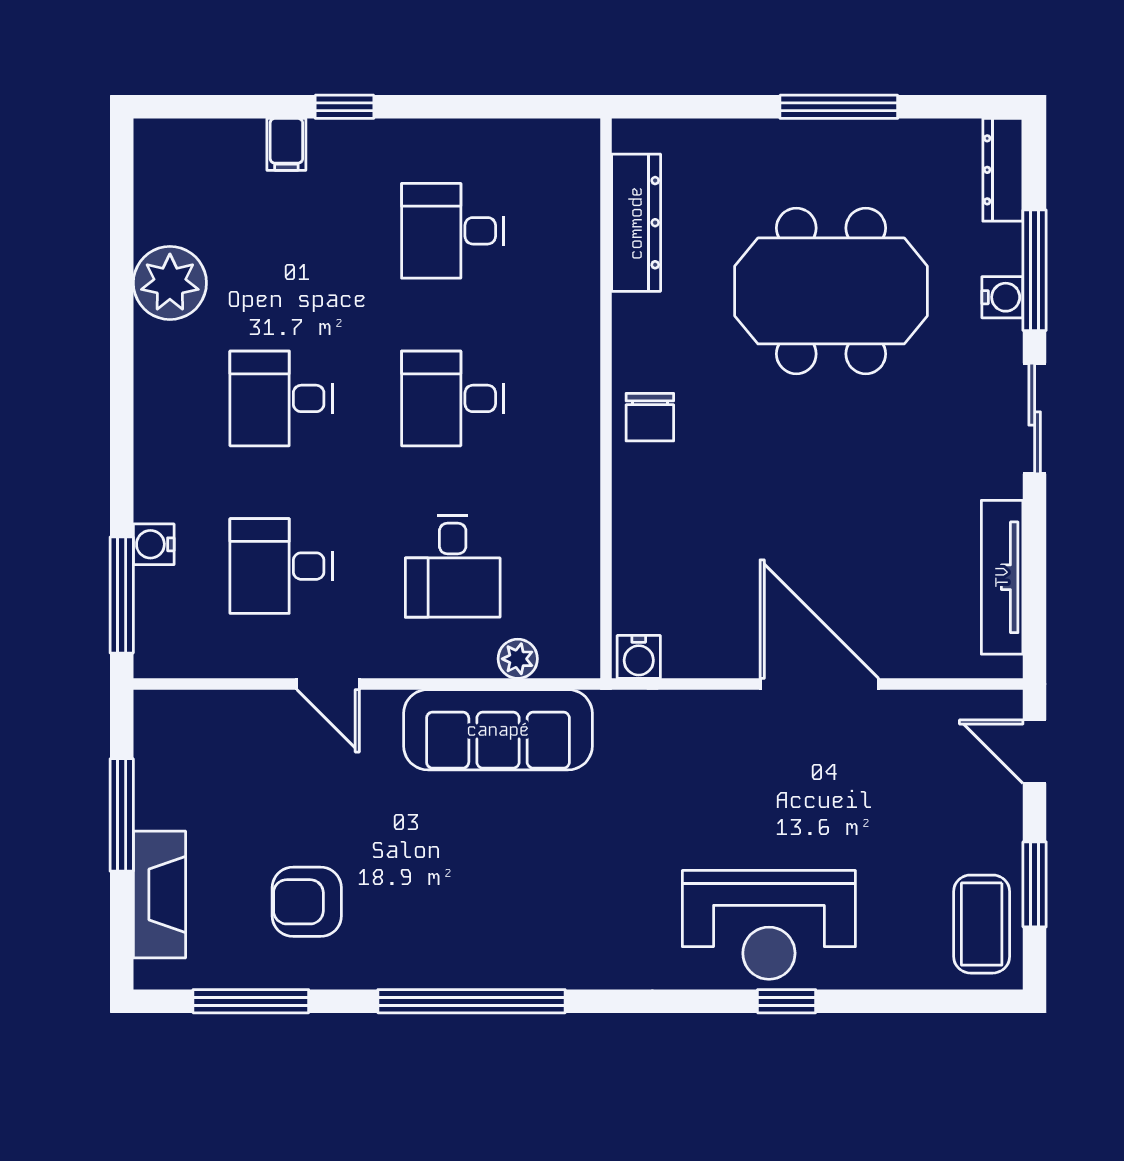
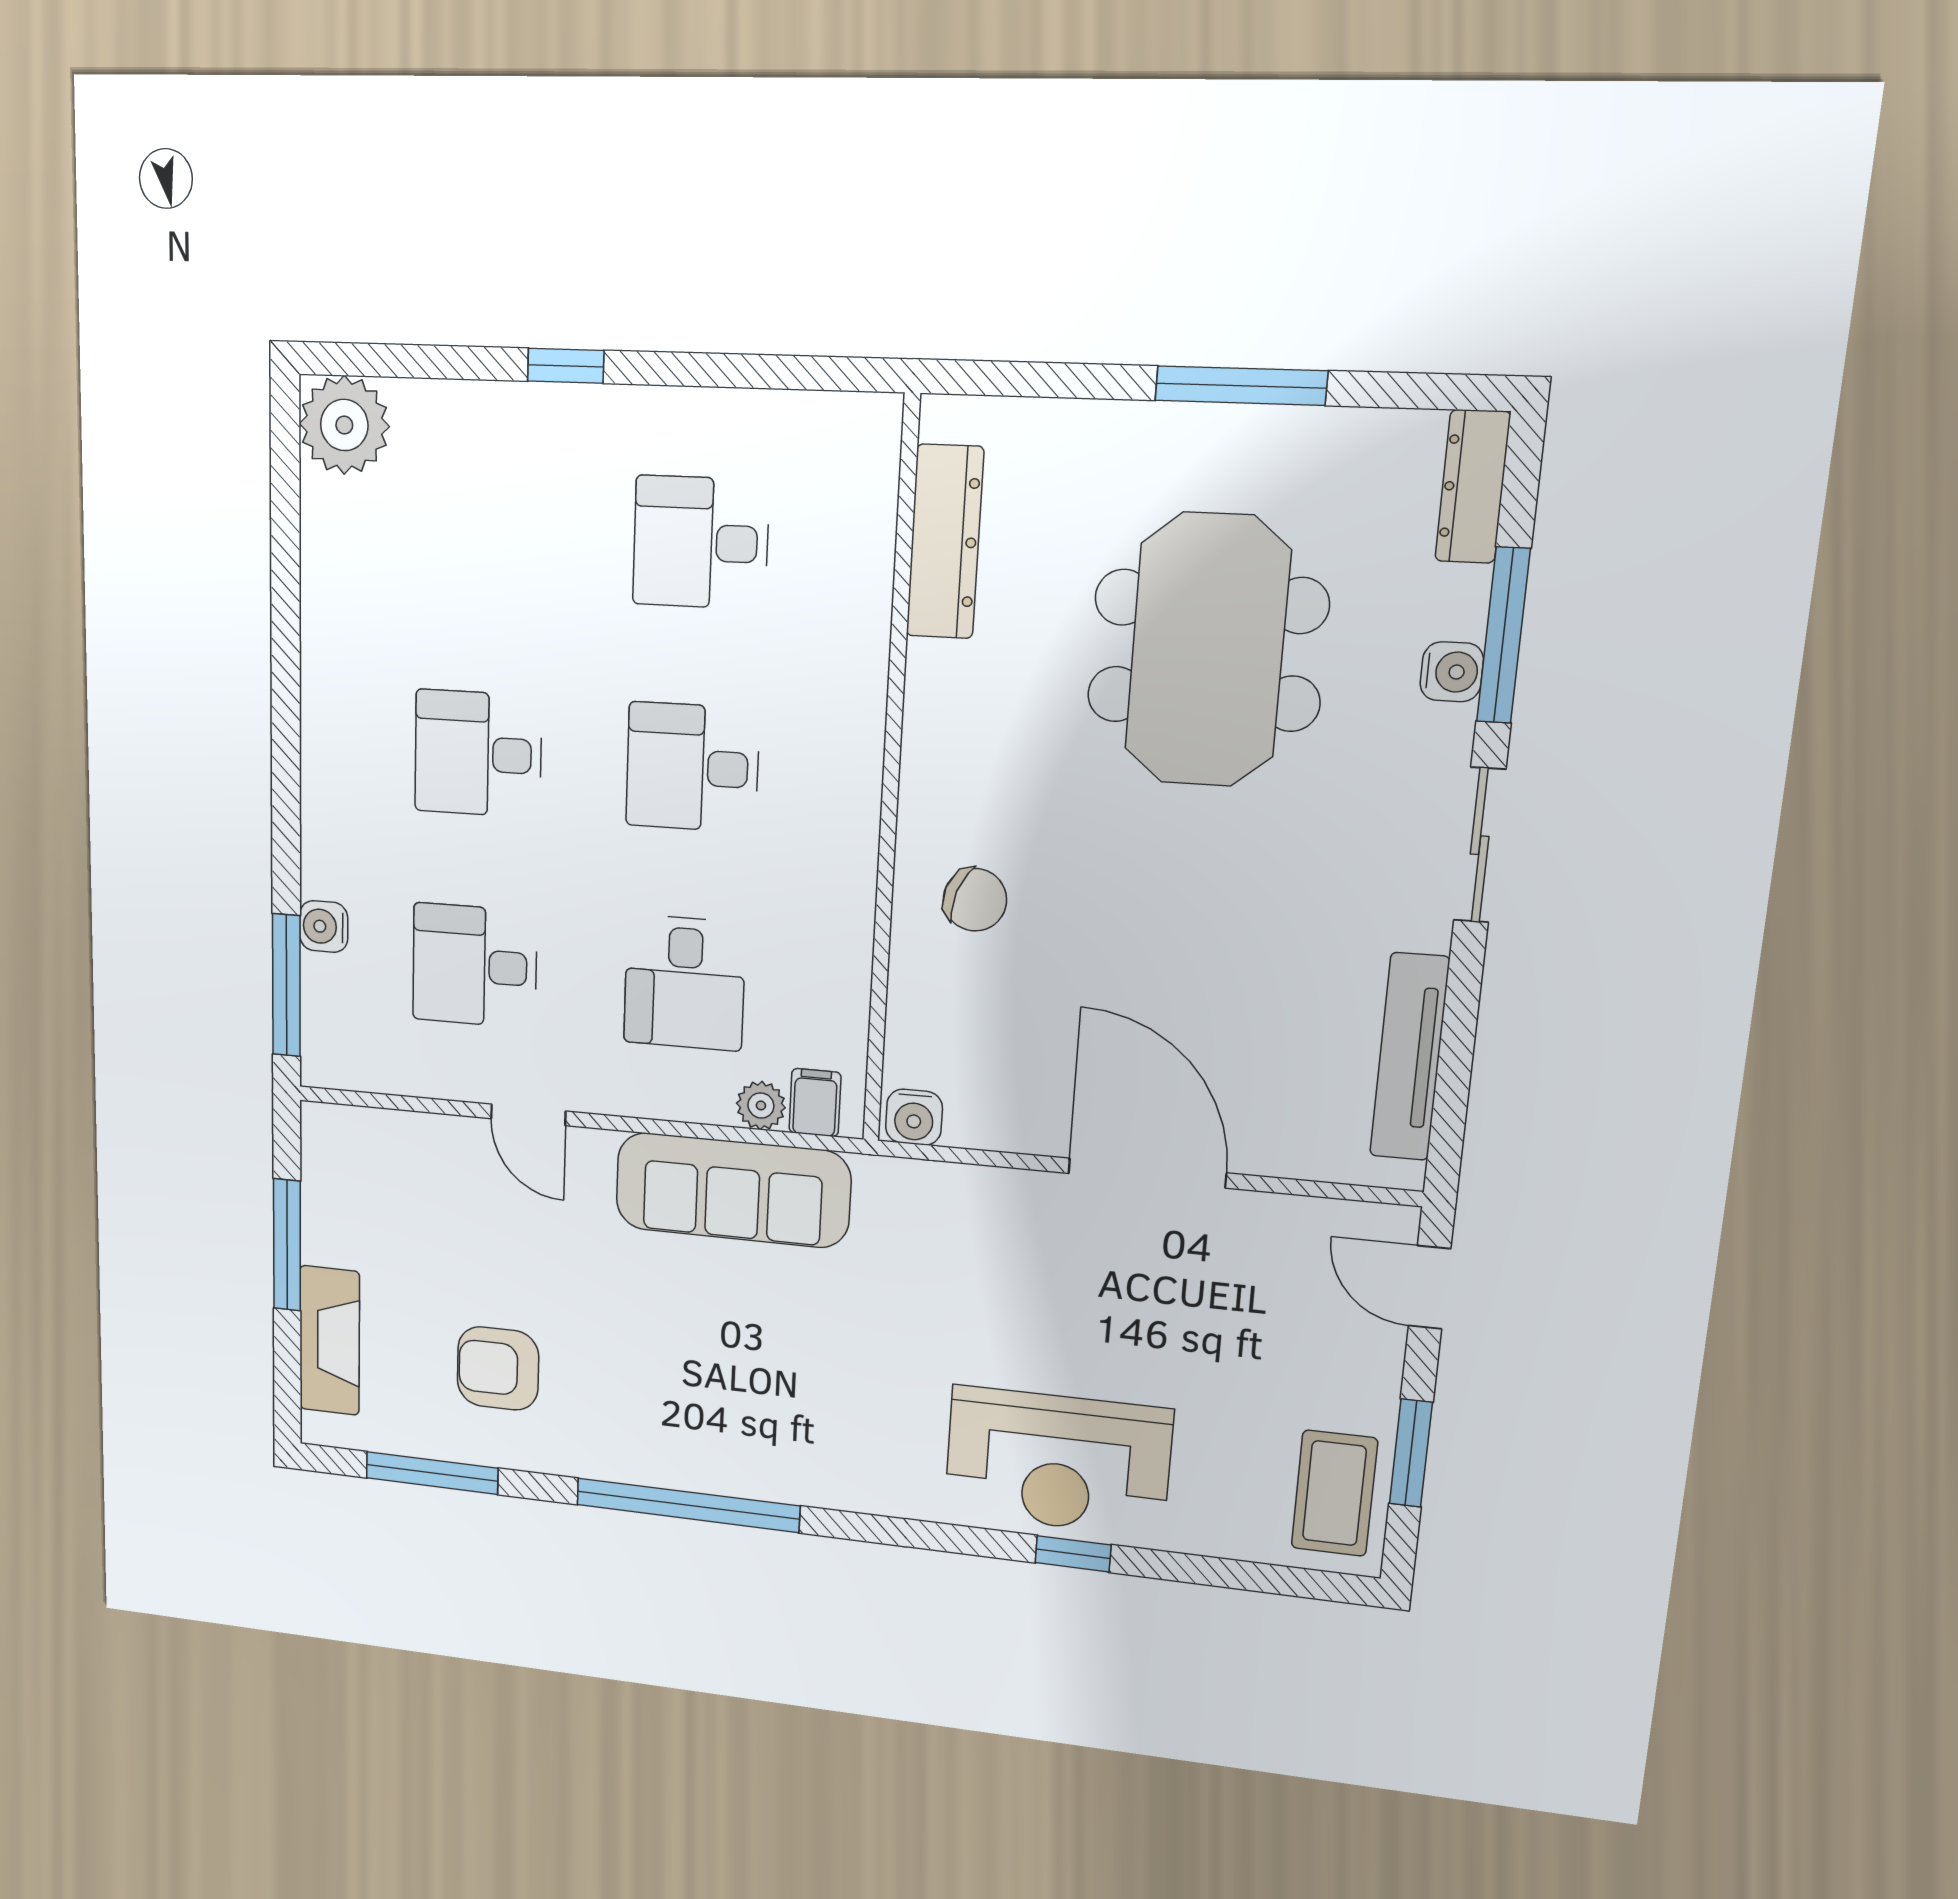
filing cabinet: (286, 144) -> (815, 1103), moved, turned 180
plant: (170, 283) -> (344, 425), moved
meeting table: (831, 291) -> (1207, 650), turned 90
chair: (650, 417) -> (975, 900), moved, turned -70

